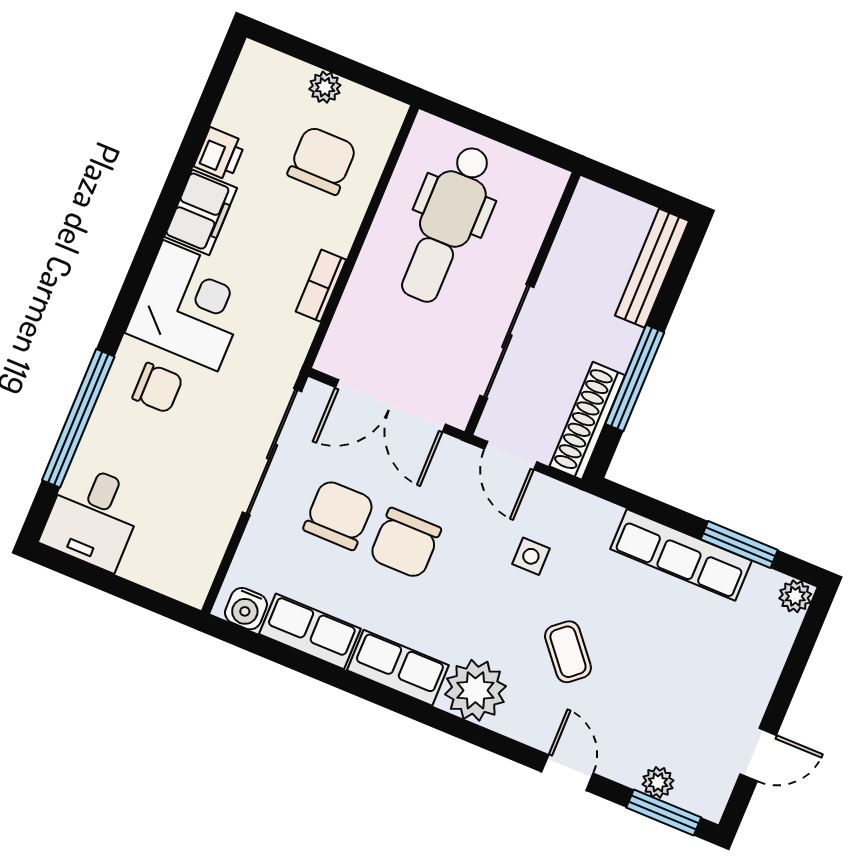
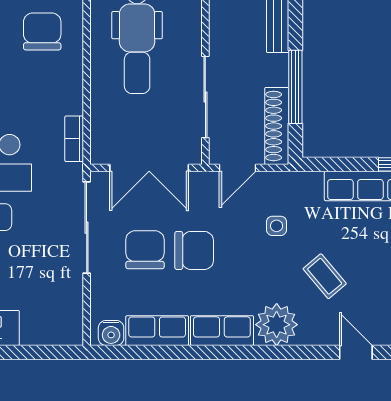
bookcase: (321, 286) -> (74, 139), moved
door: (511, 456) -> (238, 168), hinge flipped
chair: (405, 543) -> (194, 250), turned -90

